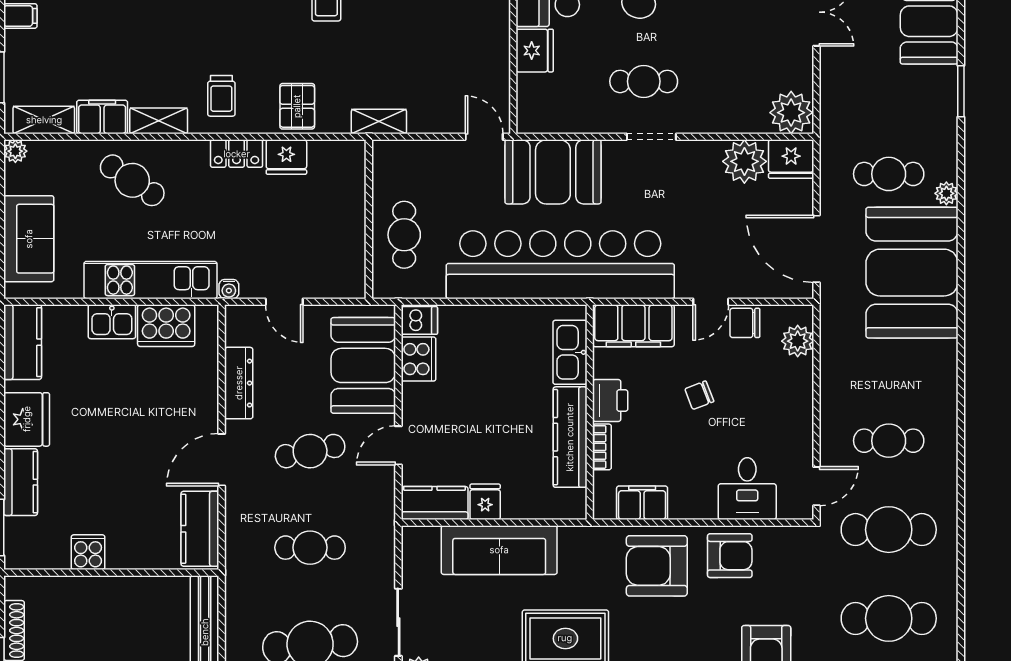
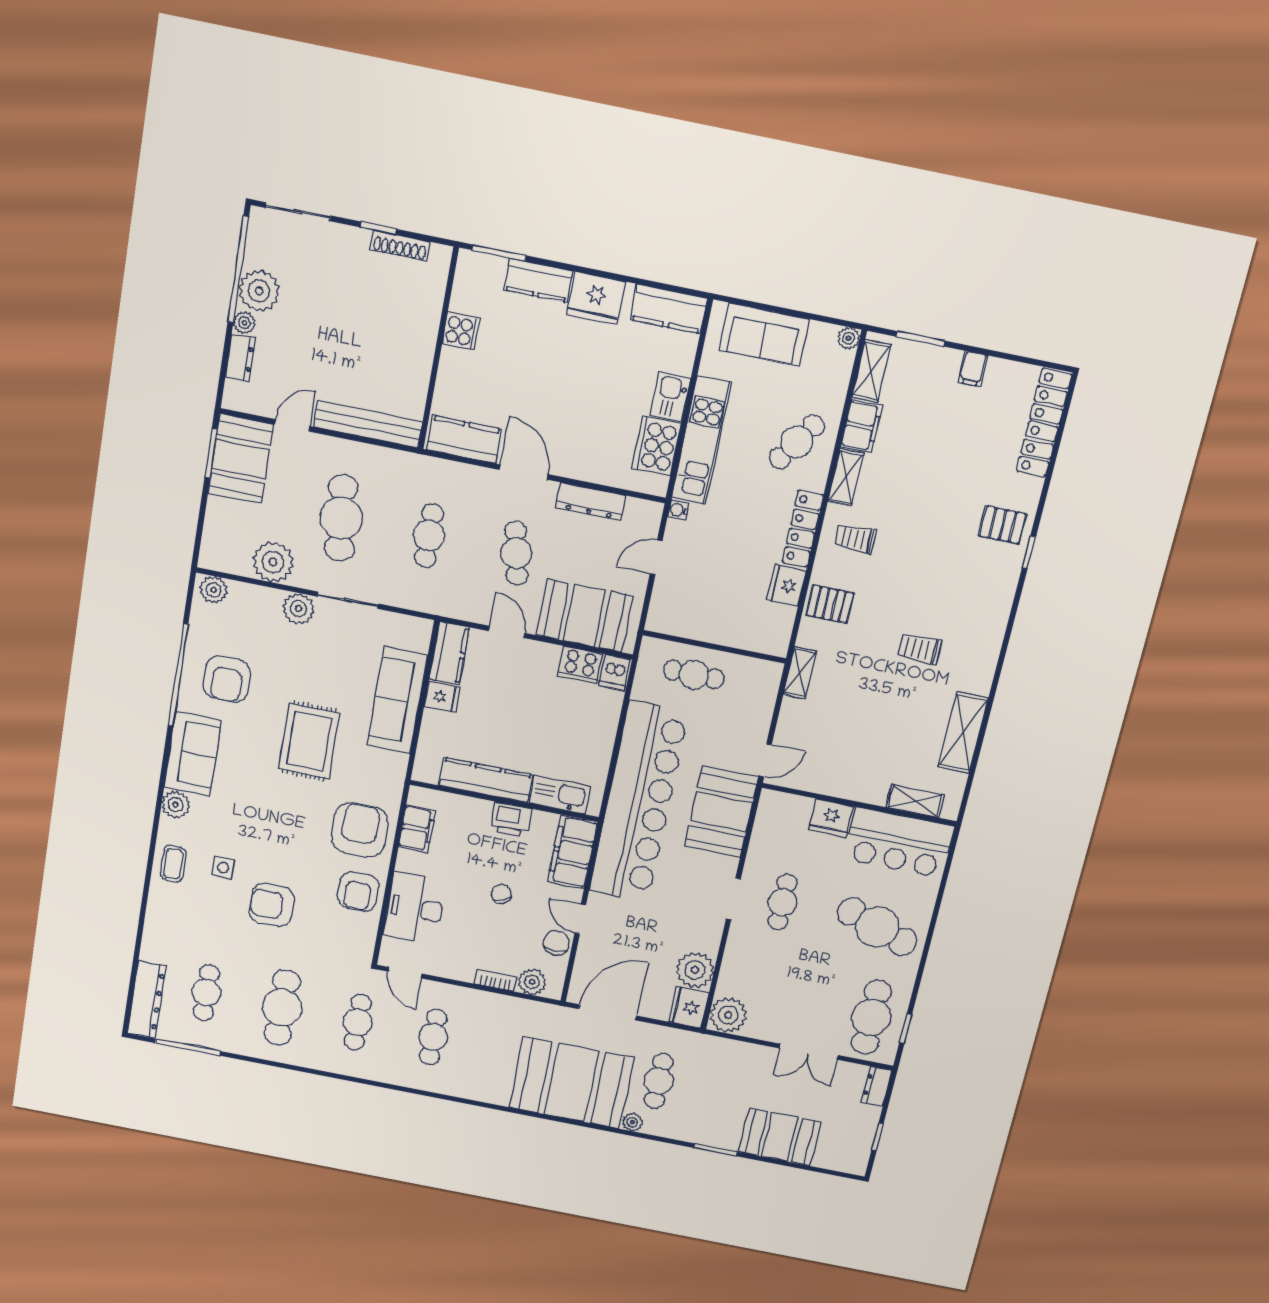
locker: (237, 154) -> (803, 529), width x1.53
bookcase: (602, 447) -> (496, 980), moved, turned 180
desk: (747, 489) -> (415, 908), width x1.37
cafe table: (889, 530) -> (358, 1022), width x0.73, depth x0.74

